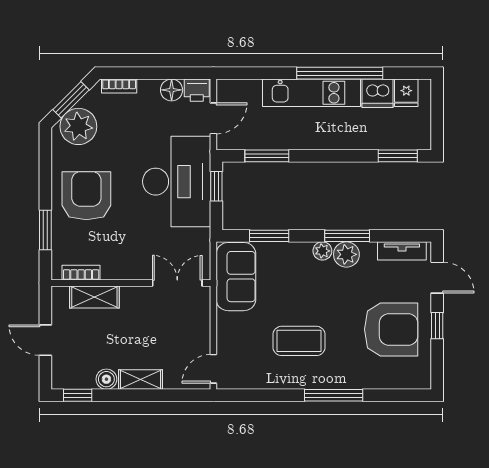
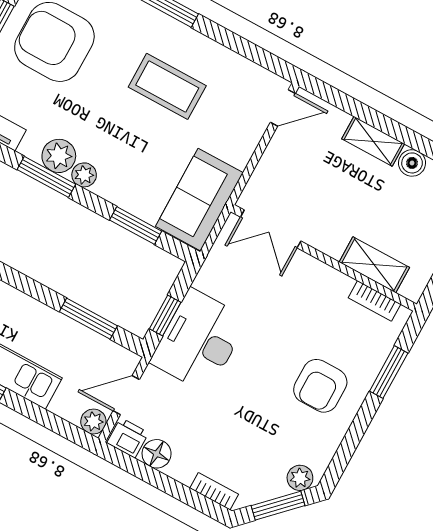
plant: (226, 89) -> (93, 422), added
plant: (78, 126) -> (300, 478), width x0.53, depth x0.53
desk: (177, 182) -> (199, 341), width x0.73, depth x0.77
armchair: (86, 196) -> (320, 386), width x0.73, depth x0.73

